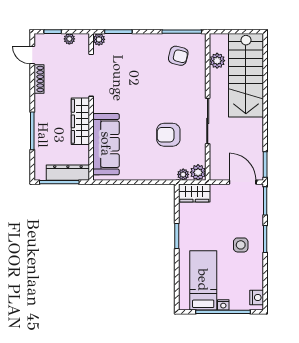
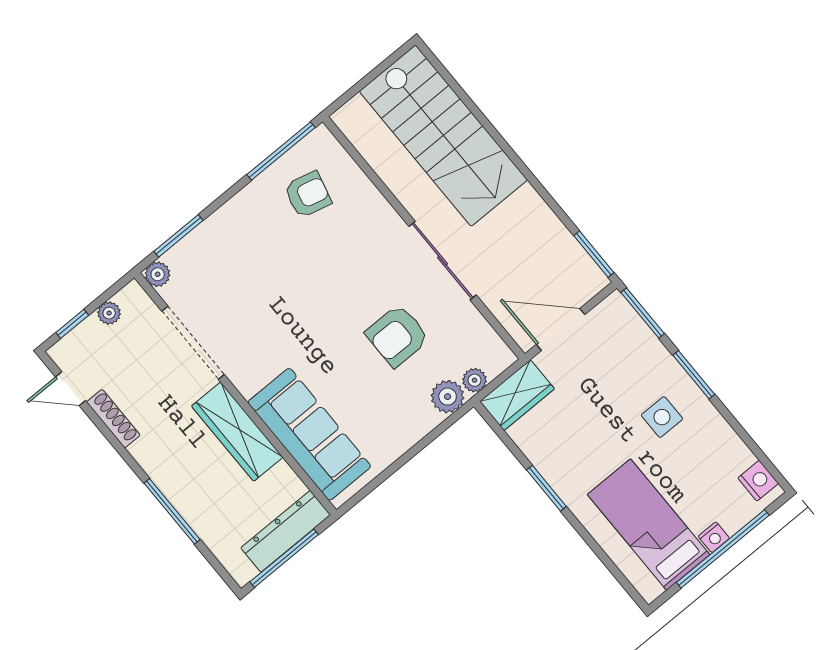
plant: (217, 61) -> (377, 150), removed
plant: (198, 172) -> (448, 397), moved
door: (243, 182) -> (561, 329), moved

